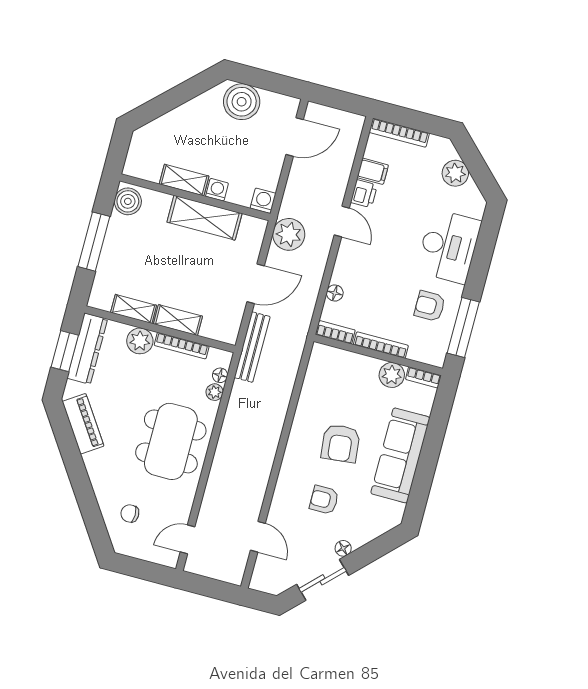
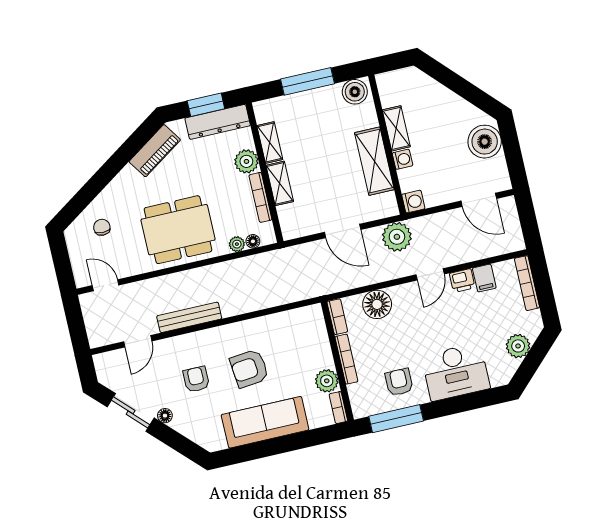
floor lamp: (335, 293) -> (377, 304), width x1.89, depth x1.89
bench: (252, 347) -> (189, 317), moved

